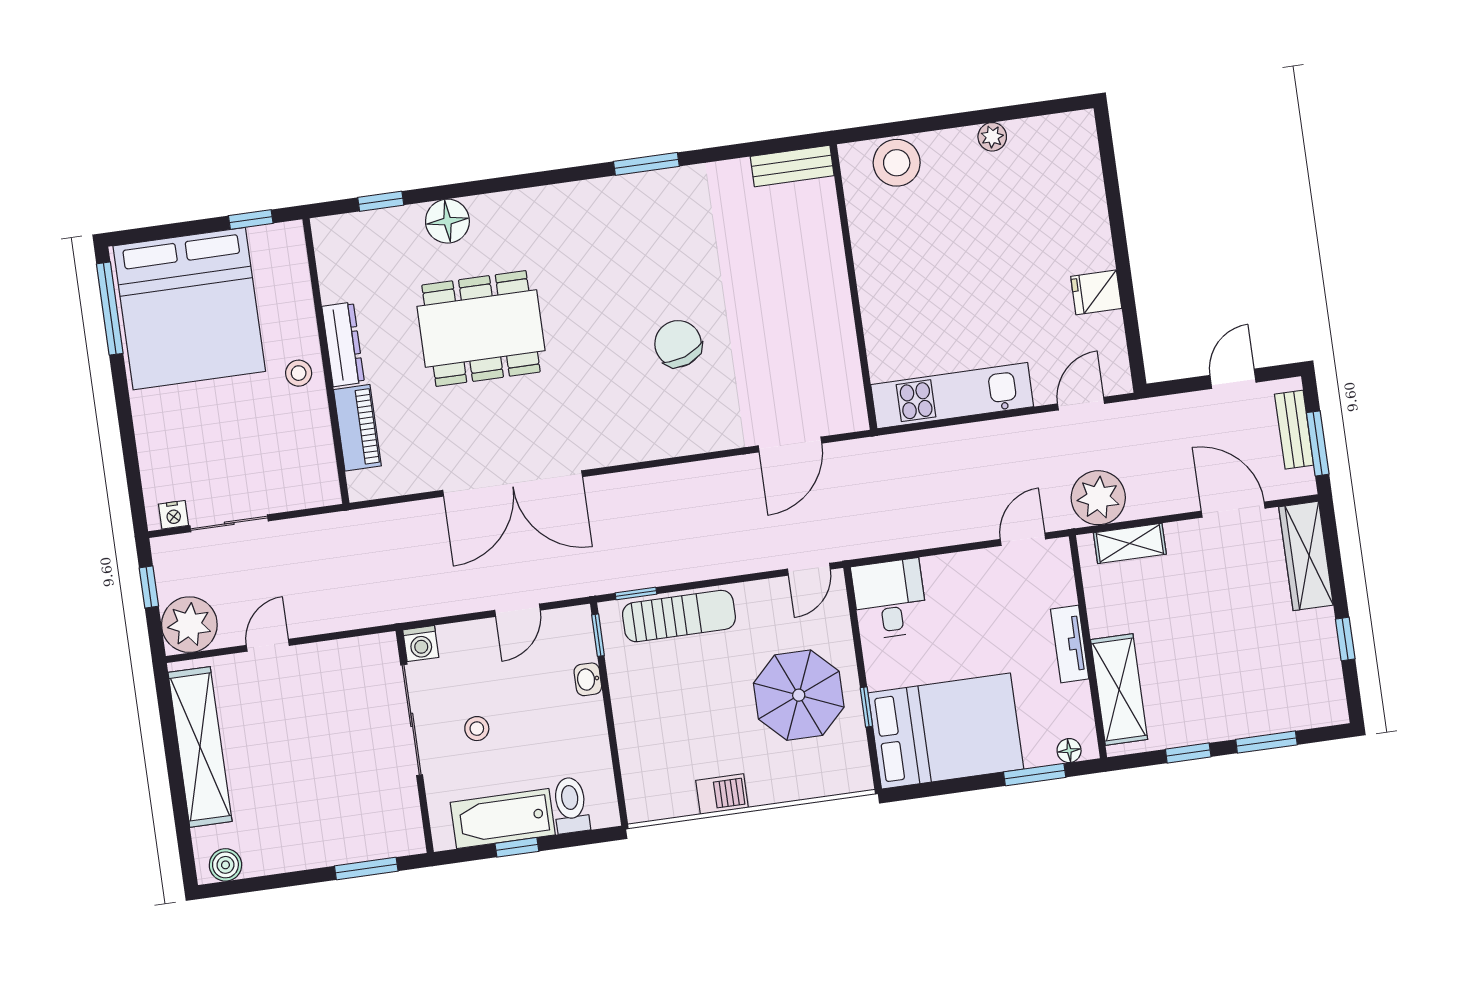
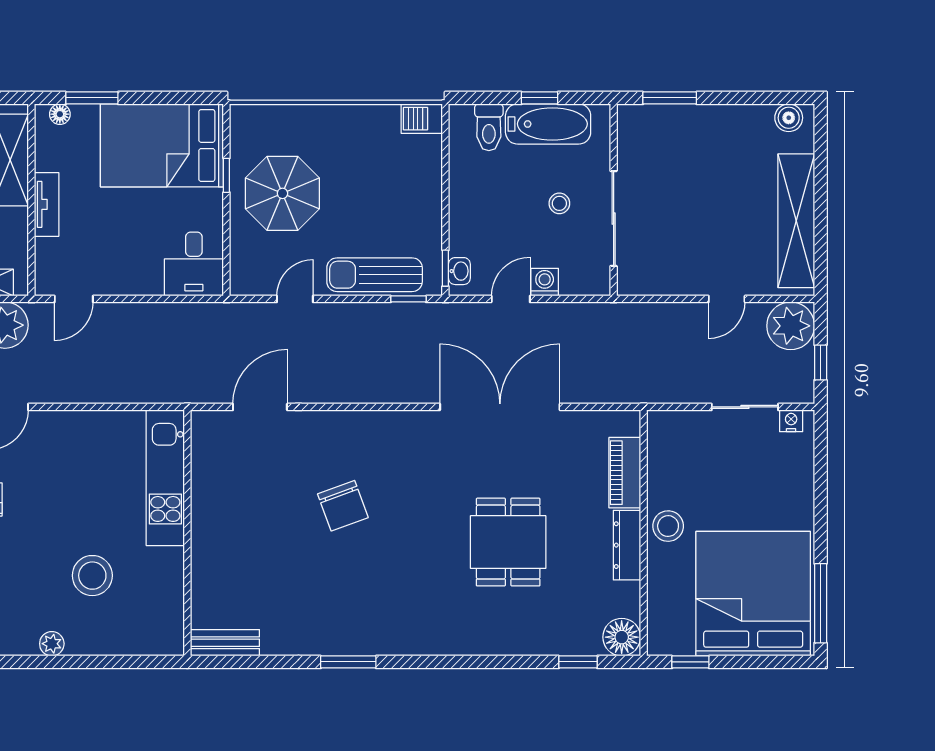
stool: (897, 163) -> (92, 576), moved
floor lamp: (447, 221) -> (622, 637), moved
dining table: (481, 329) -> (508, 542), width x0.73
stool: (299, 373) -> (668, 526), width x1.37, depth x1.37
kitchen unit: (952, 396) -> (165, 478), moved, turned 90
door: (809, 569) -> (295, 299), moved
washing machine: (421, 644) -> (545, 282), moved
washbasin: (588, 679) -> (459, 271), moved
barbecue: (722, 794) -> (422, 119), moved

